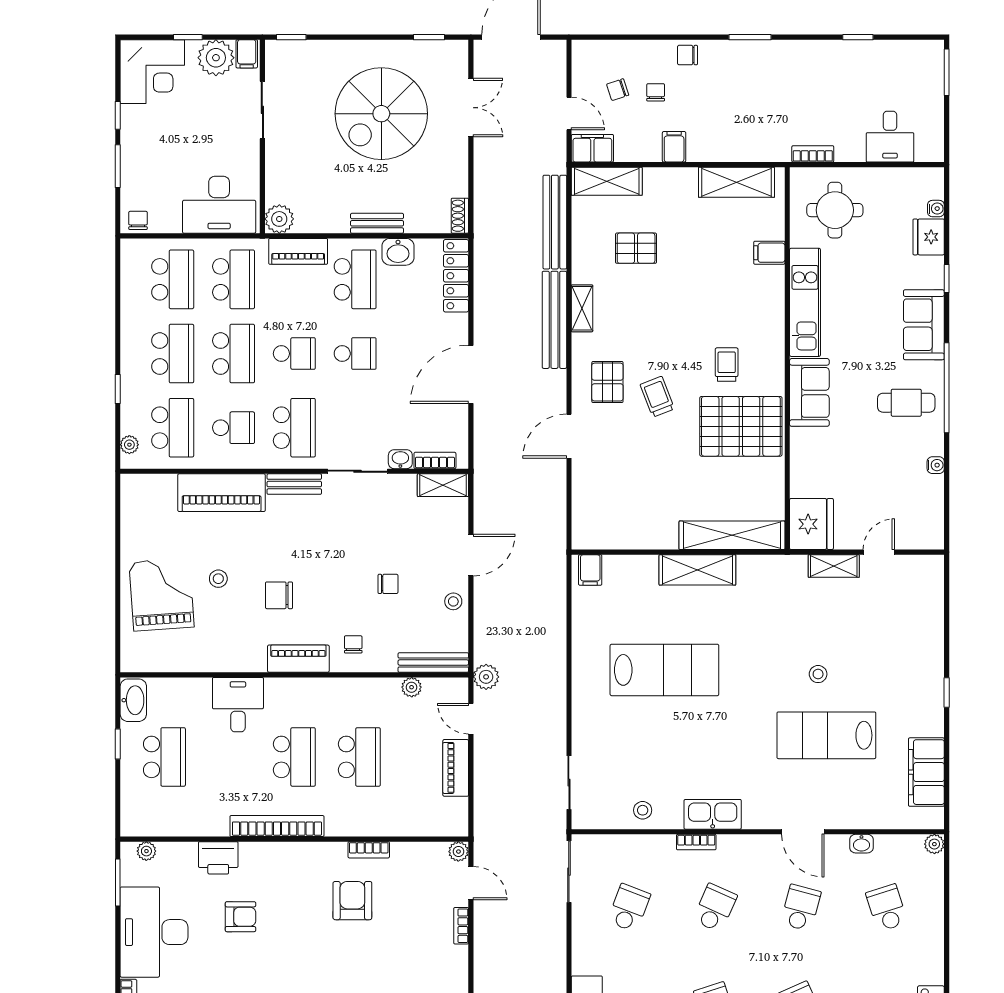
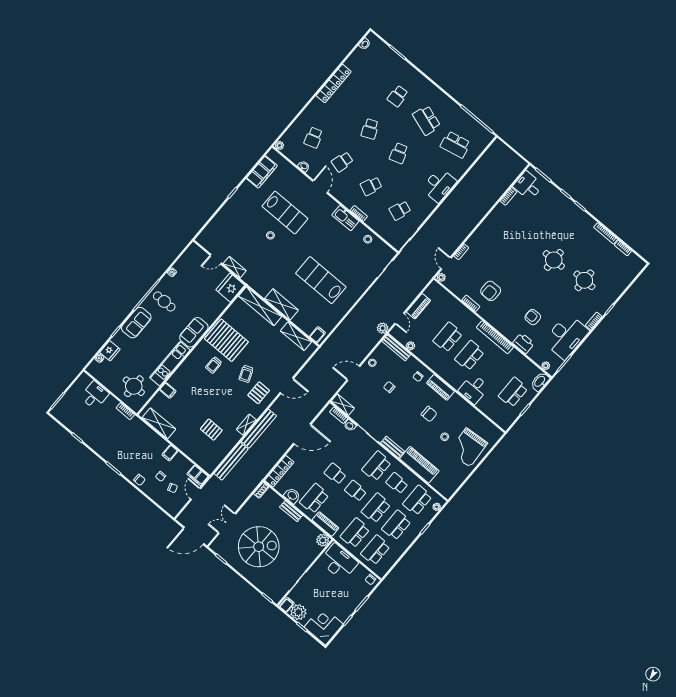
shelving: (607, 181) -> (296, 336), moved
washbasin: (133, 700) -> (540, 382), moved

